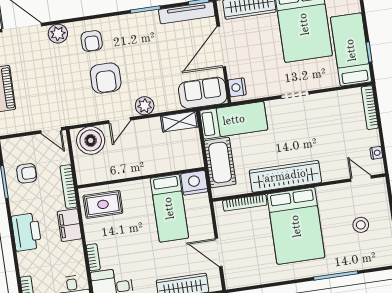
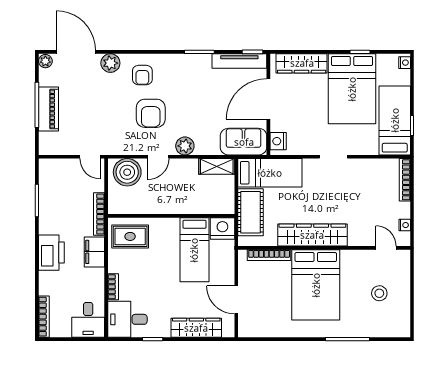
armchair: (27, 173) -> (60, 195), removed

